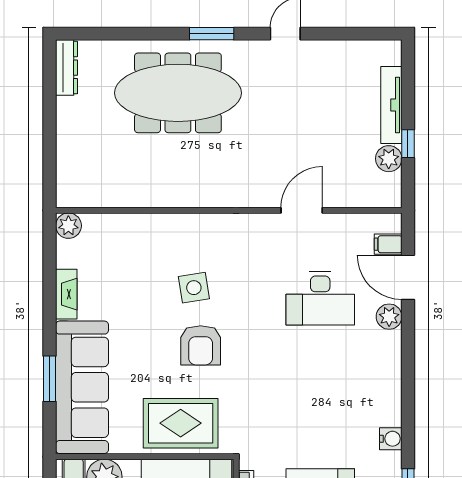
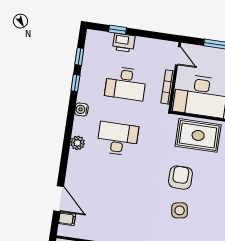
desk: (320, 298) -> (118, 139), moved
plant: (389, 317) -> (78, 143), moved

